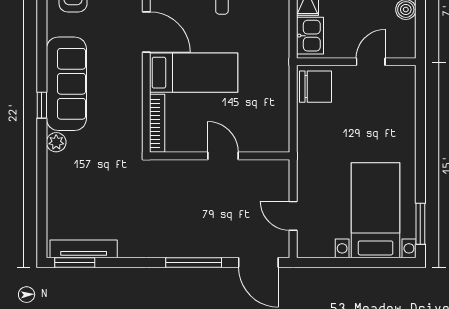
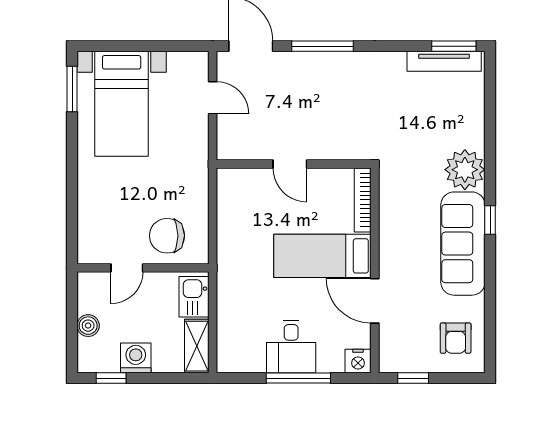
chair: (316, 87) -> (167, 236), moved
plant: (56, 142) -> (465, 170), width x1.88, depth x1.88

